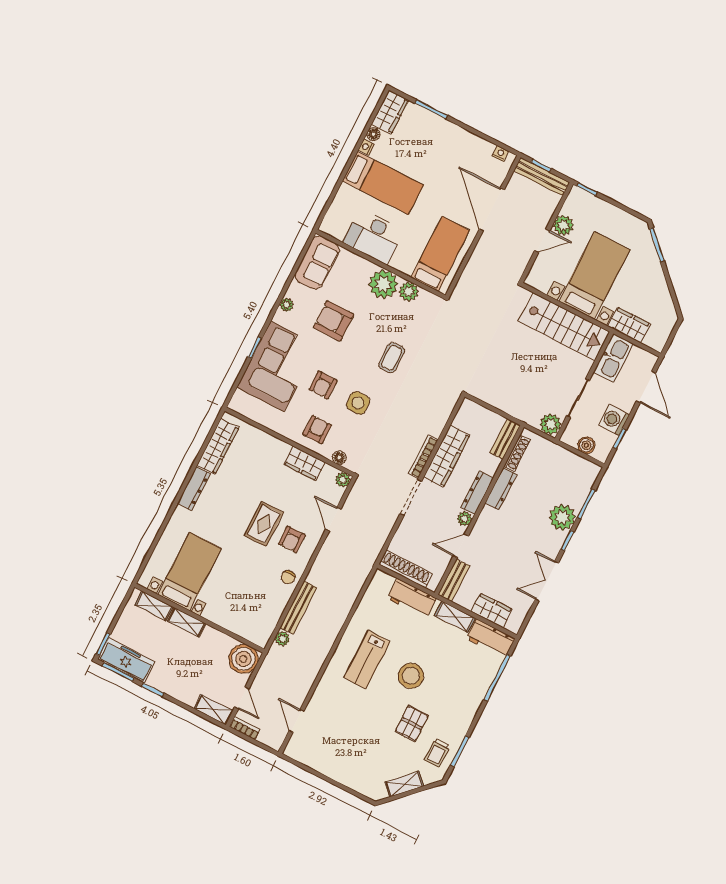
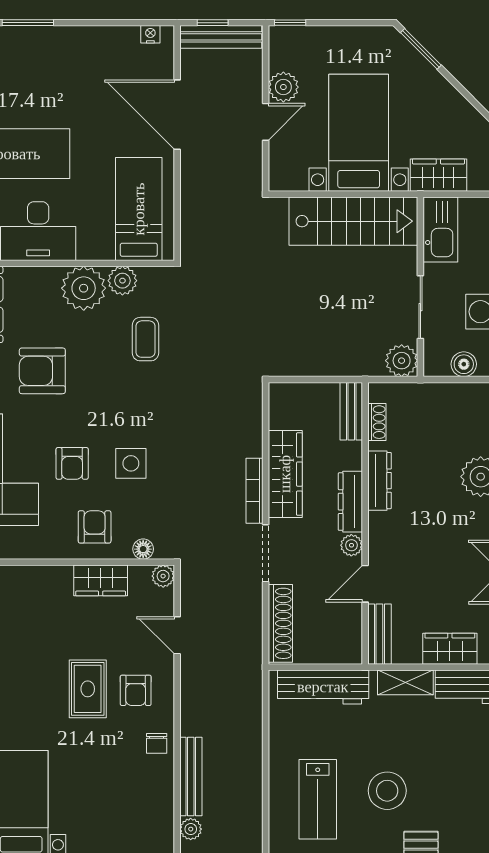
coffee table: (392, 358) -> (145, 339), moved
shoe rack: (517, 453) -> (377, 422), width x0.70
shoe rack: (406, 569) -> (280, 623), moved, turned 90
workbench: (412, 598) -> (323, 687), width x1.38

